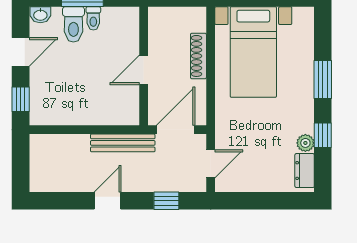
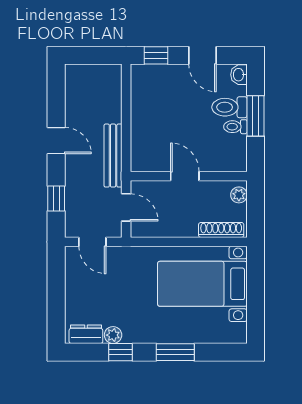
plant: (163, 15) -> (239, 195), added
shoe rack: (198, 56) -> (221, 230), moved
door: (176, 130) -> (126, 207), width x0.73

